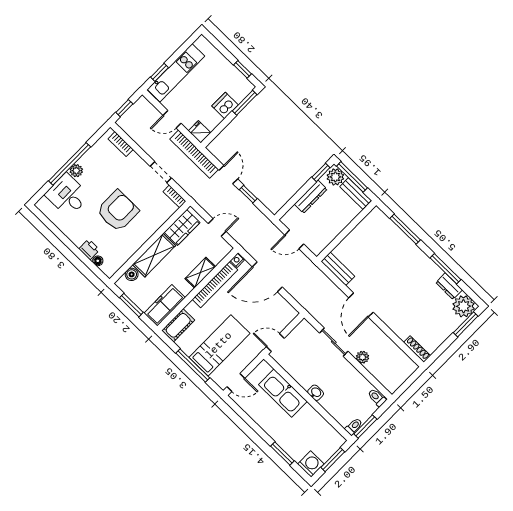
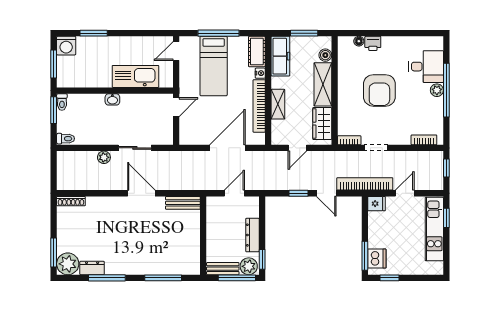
dishwasher: (225, 105) -> (377, 259), moved
nightstand: (237, 260) -> (260, 73), moved

